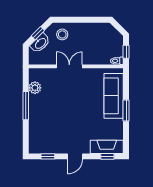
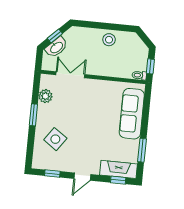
stool: (62, 34) -> (109, 40), moved
double door: (69, 66) -> (70, 75), moved
window: (26, 106) -> (33, 115), width x0.69
window: (126, 111) -> (142, 150), moved
side table: (48, 125) -> (55, 139), added

